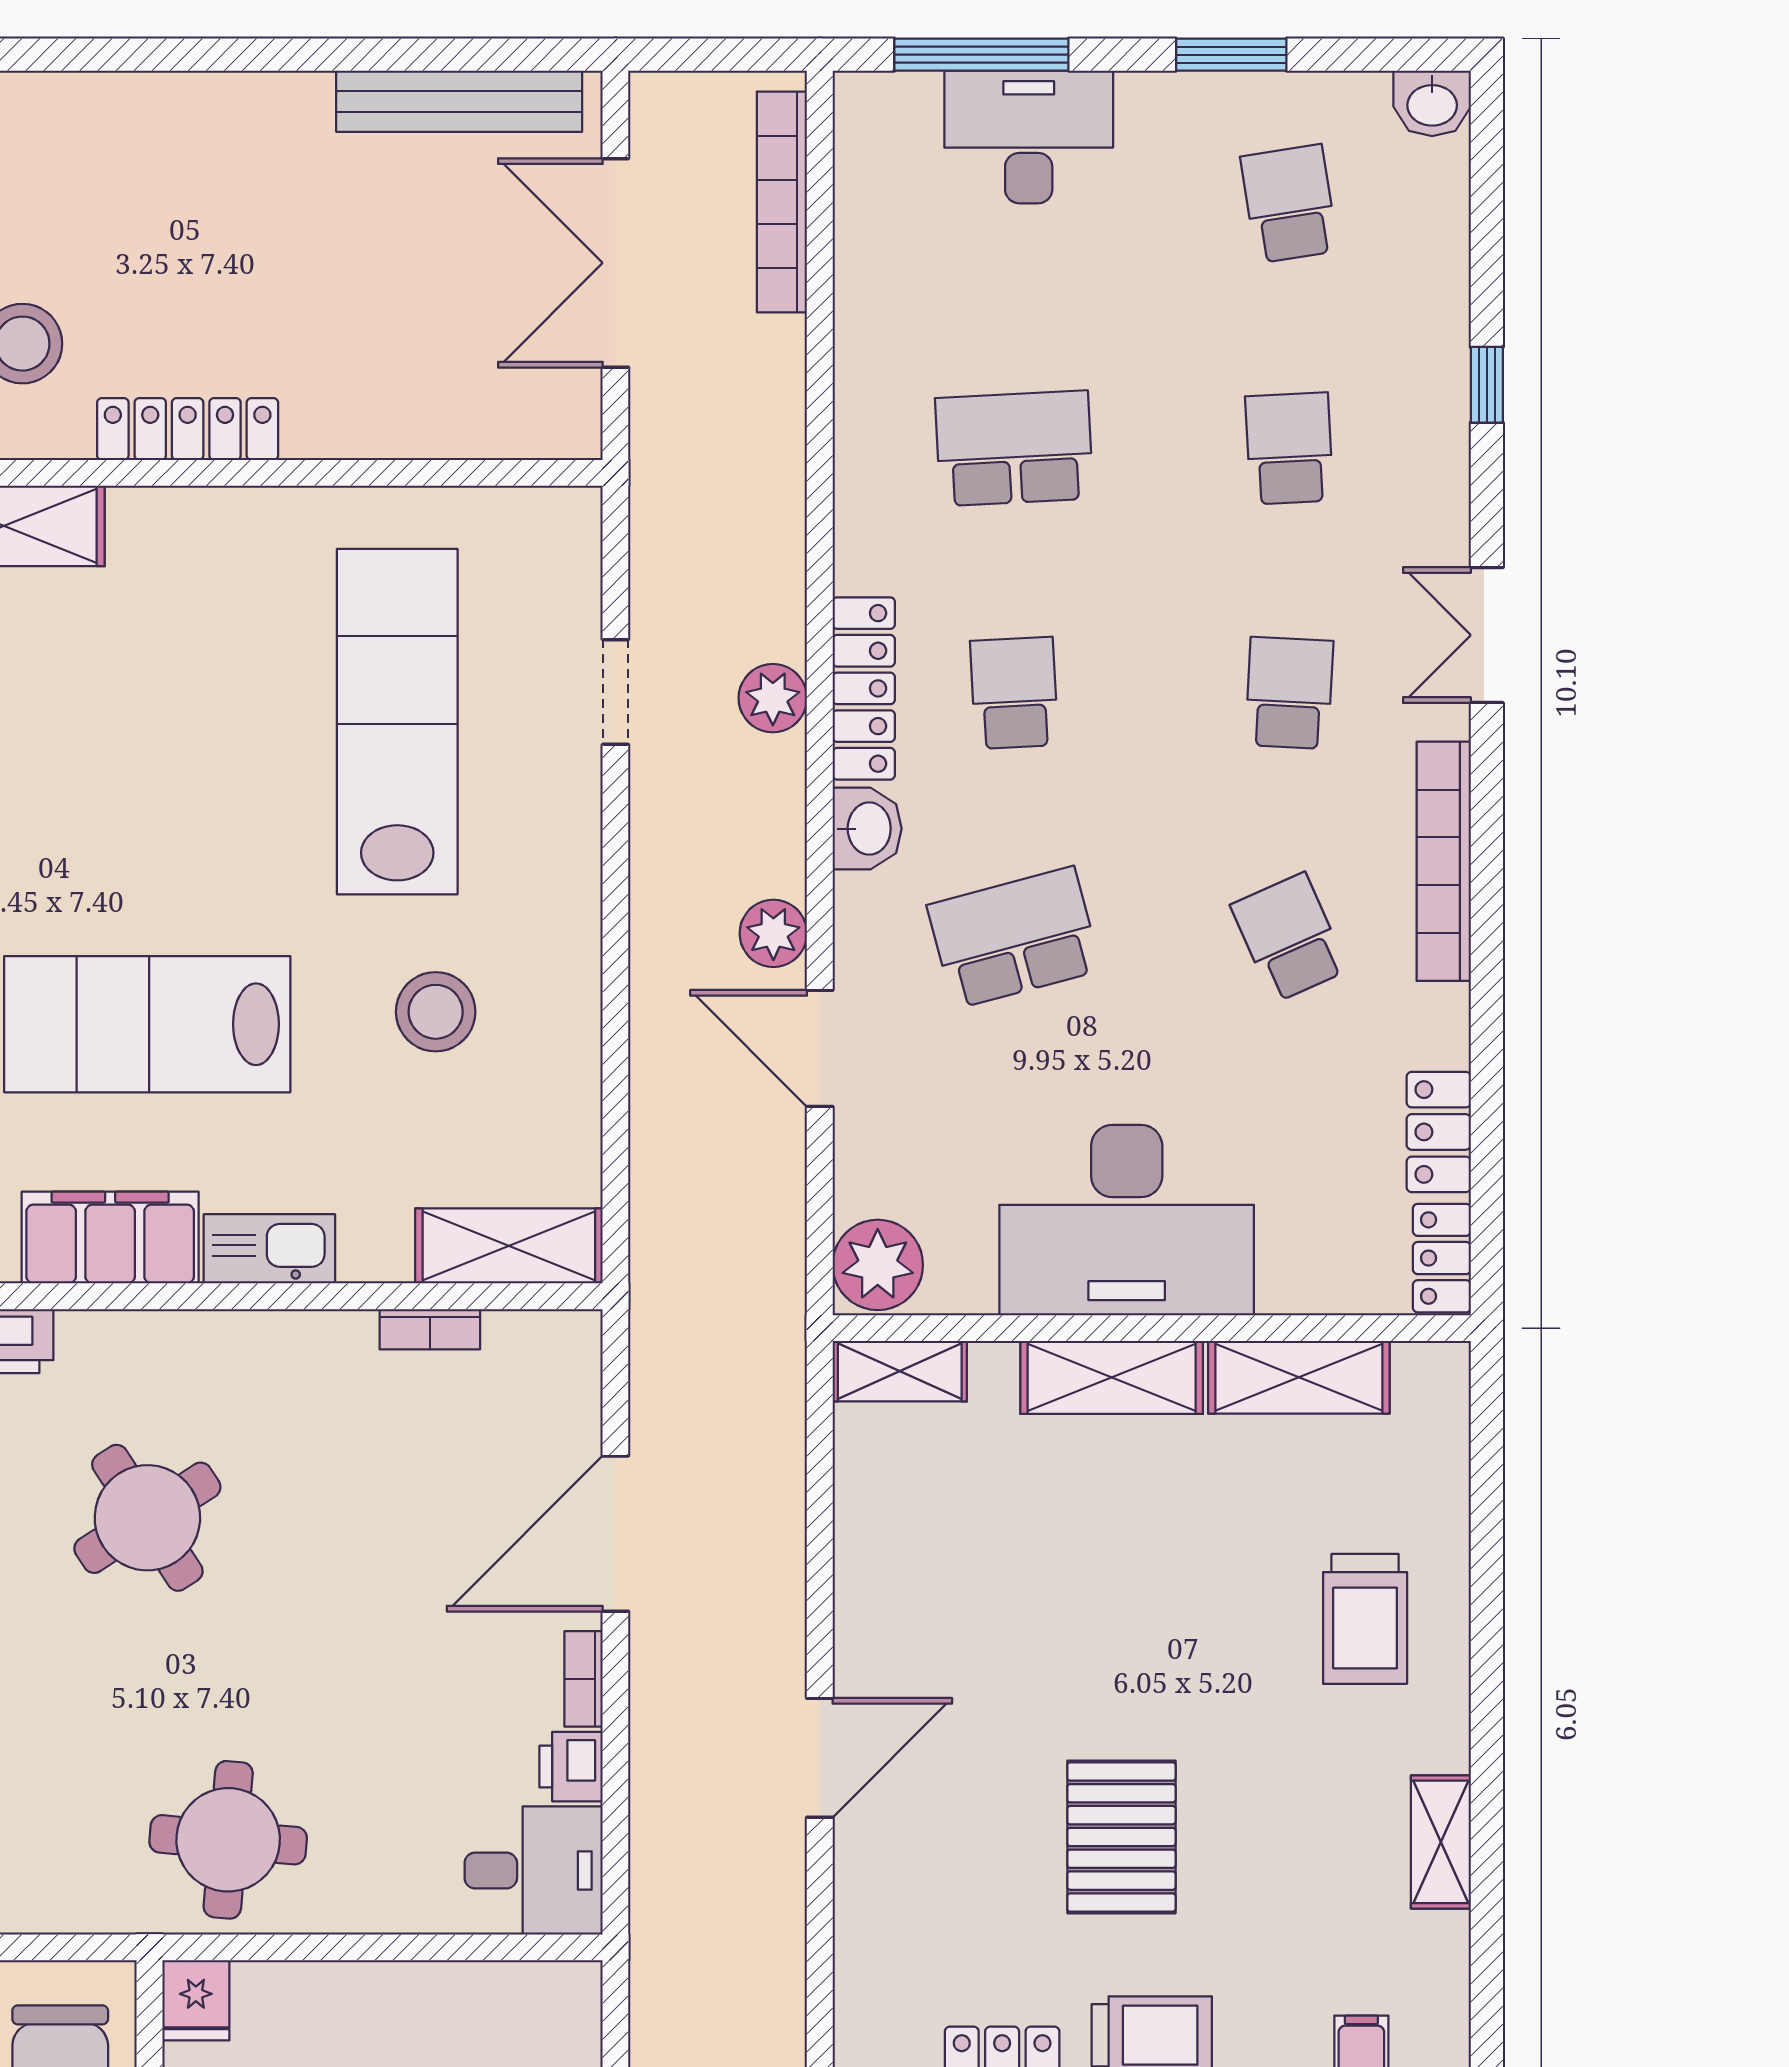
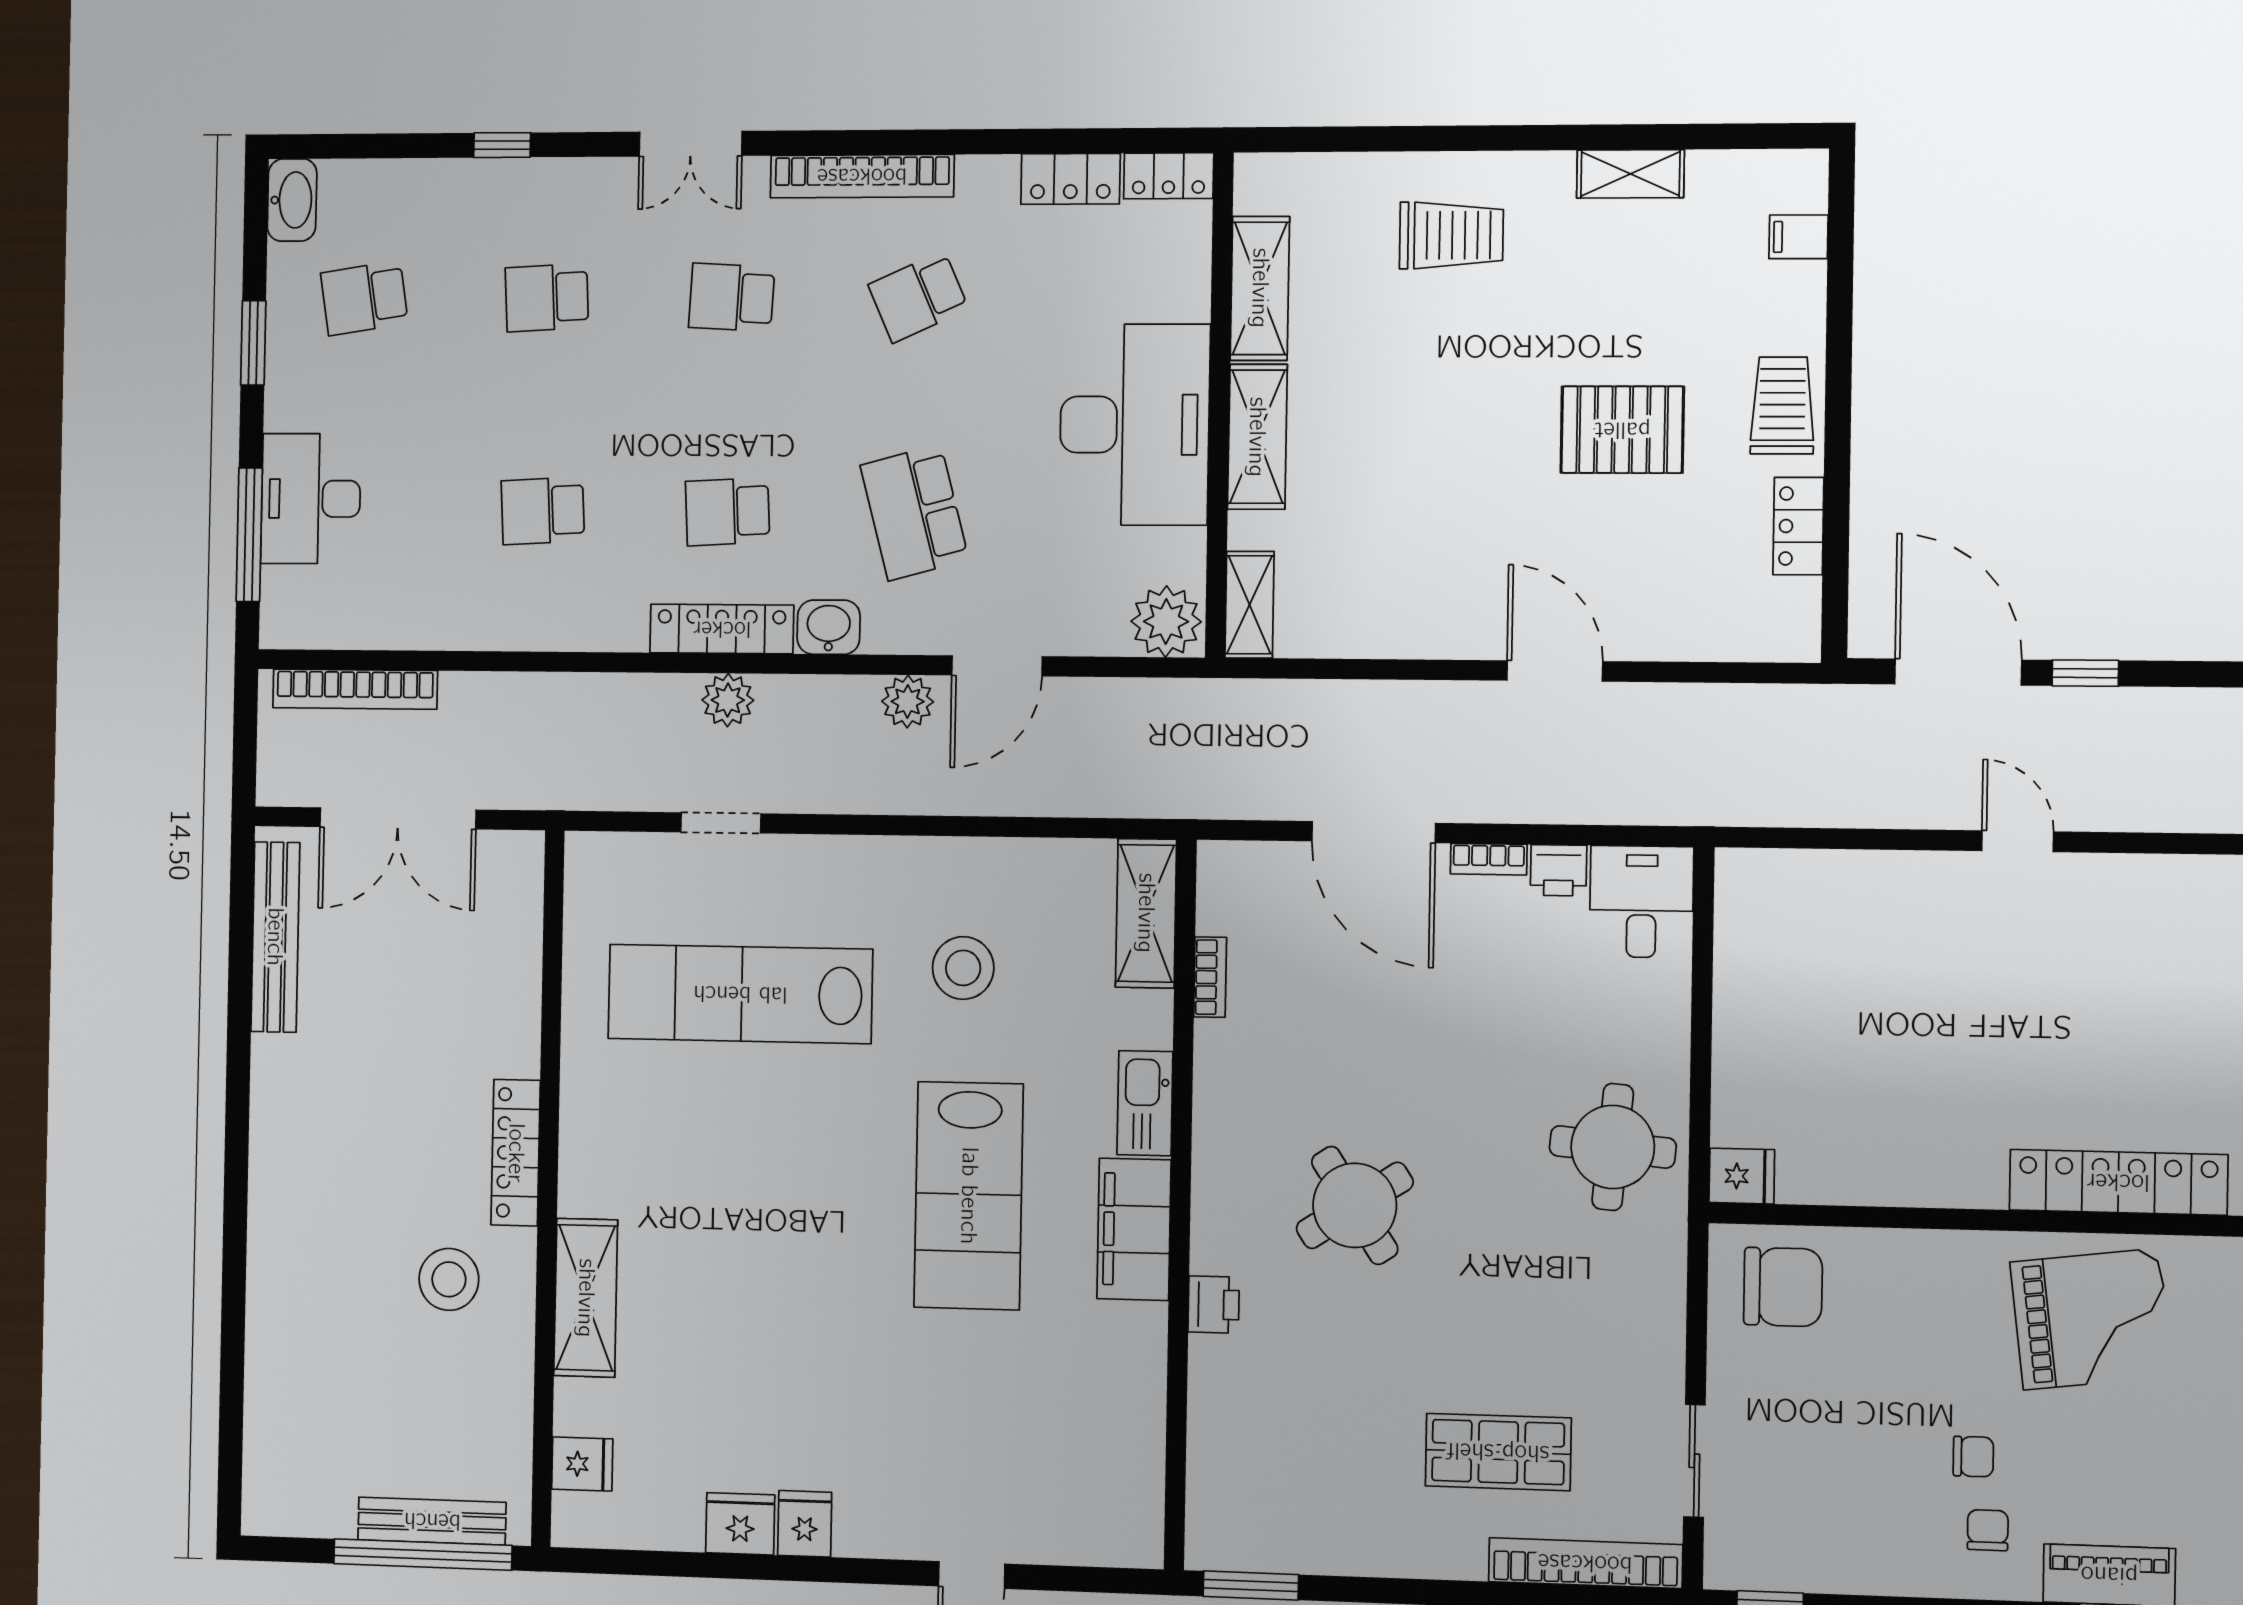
washbasin: (1432, 103) -> (292, 200), width x1.38
school desk: (1014, 448) -> (543, 511), width x0.54

